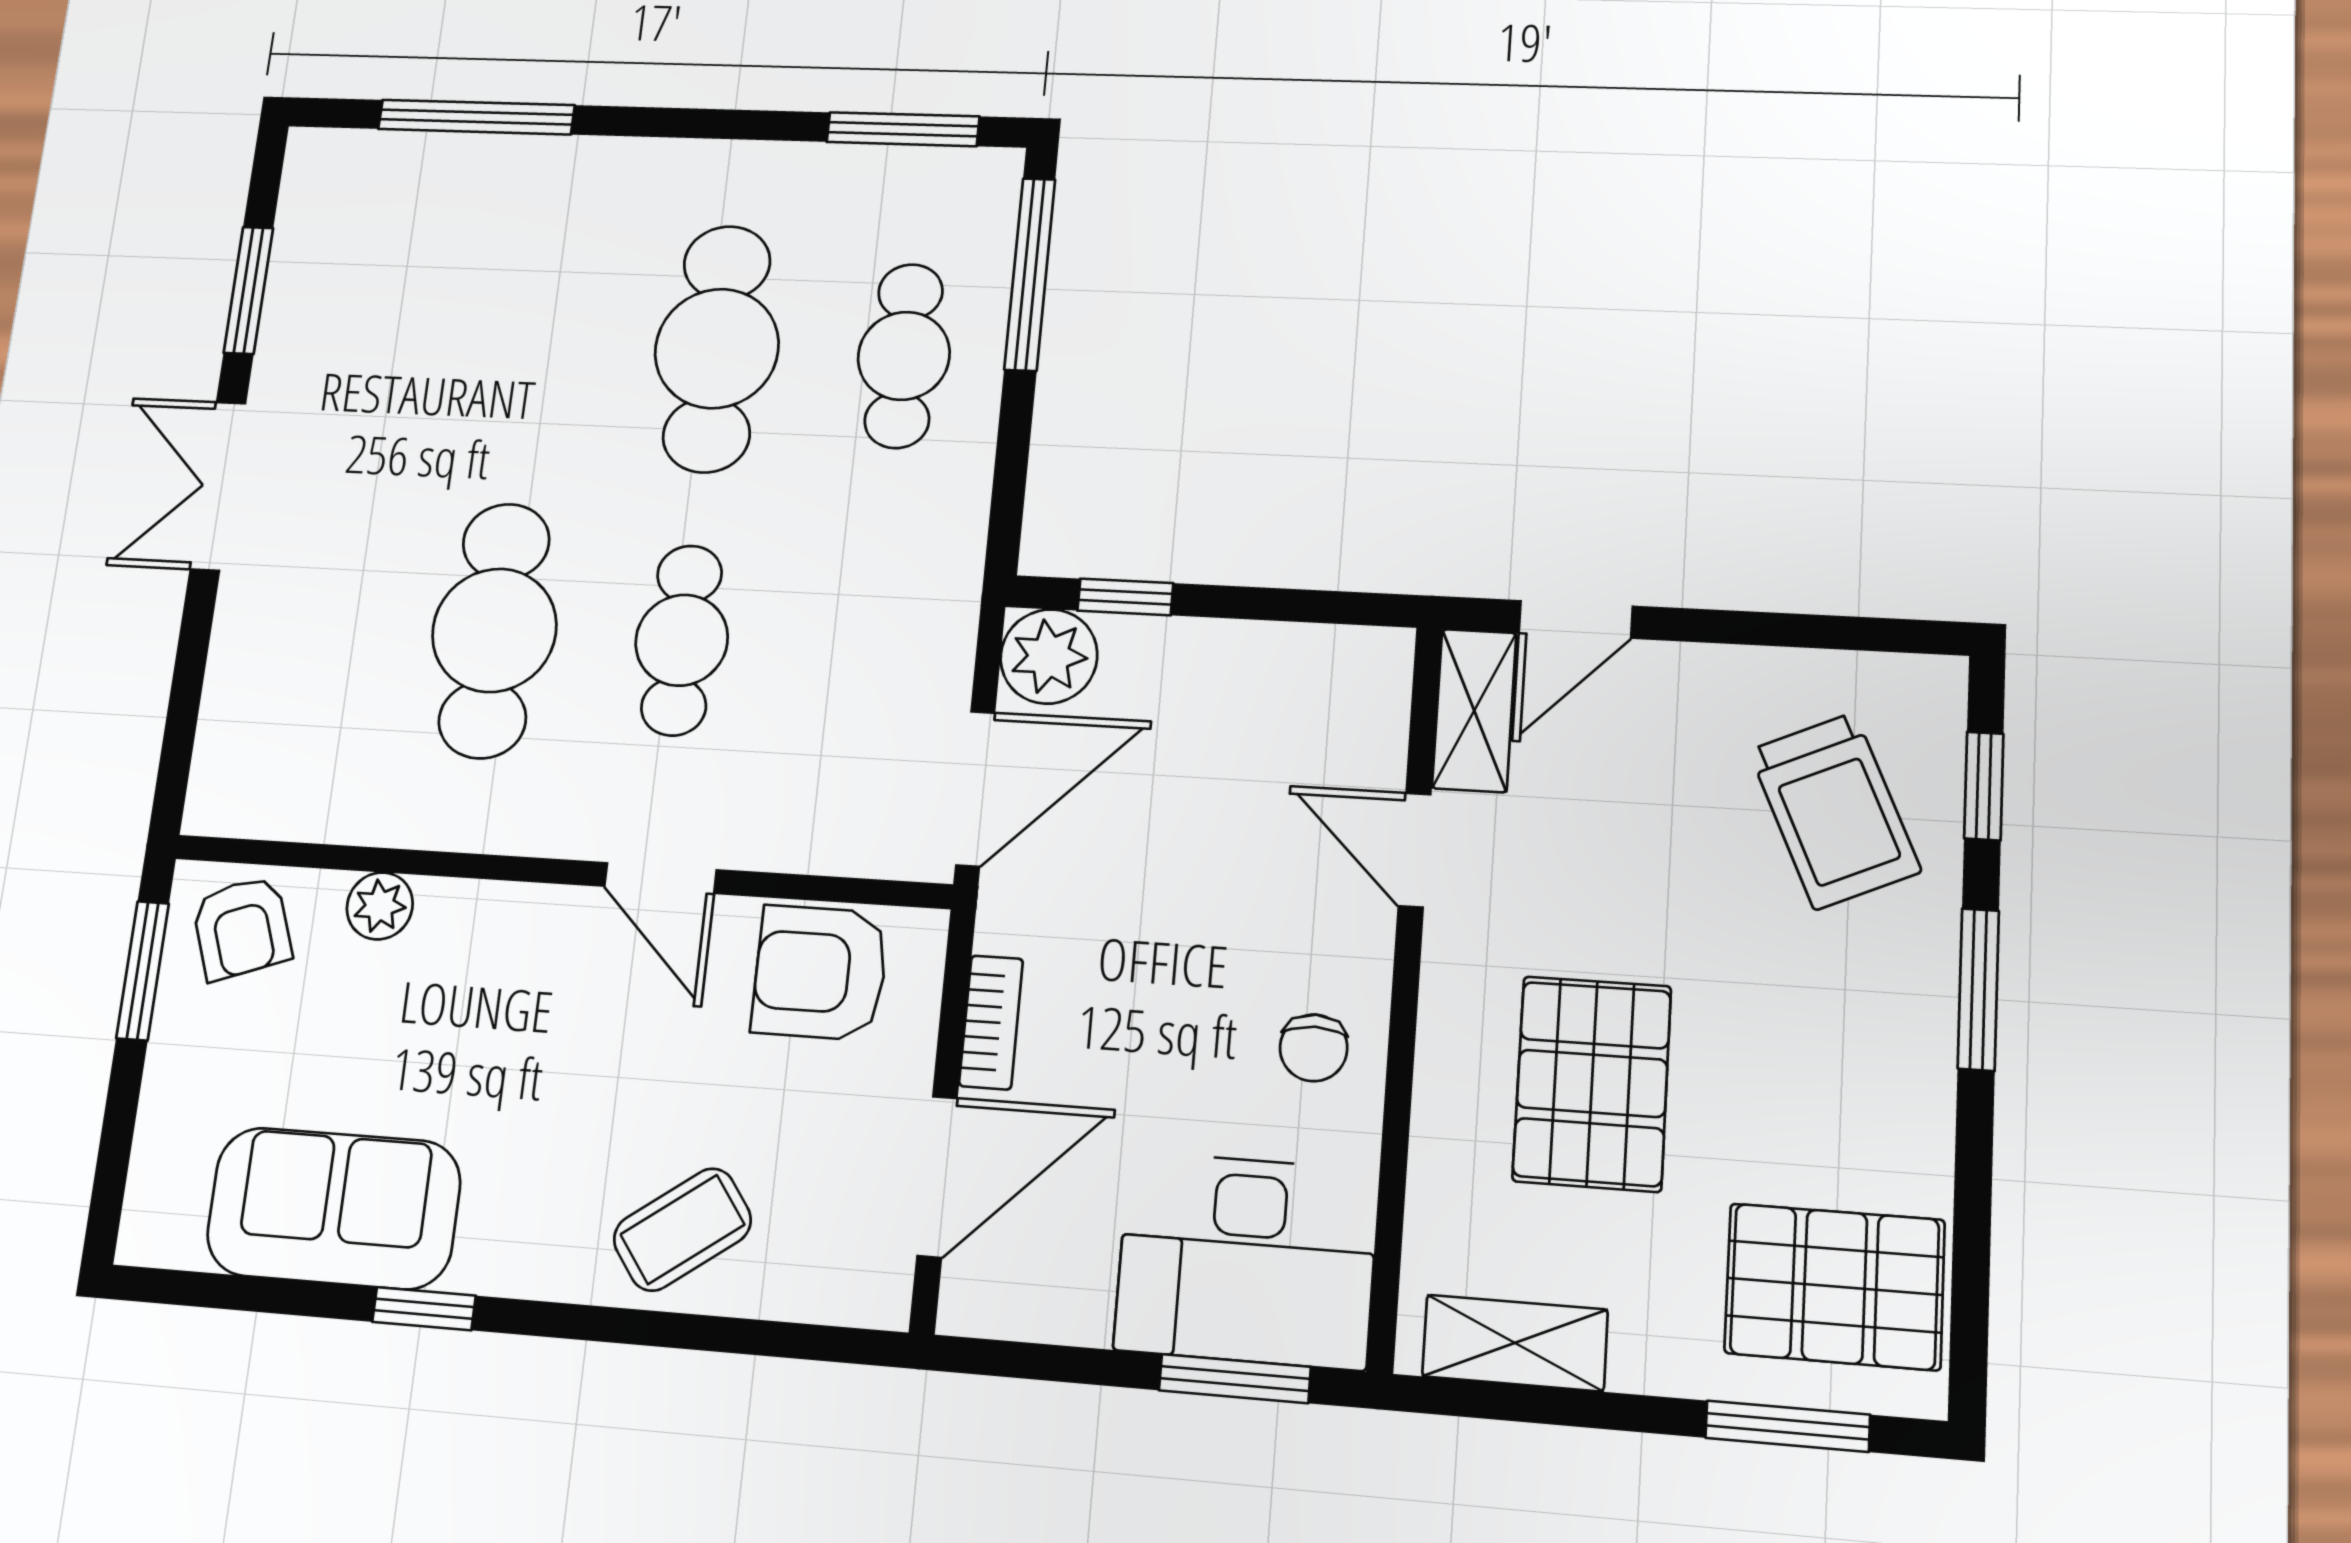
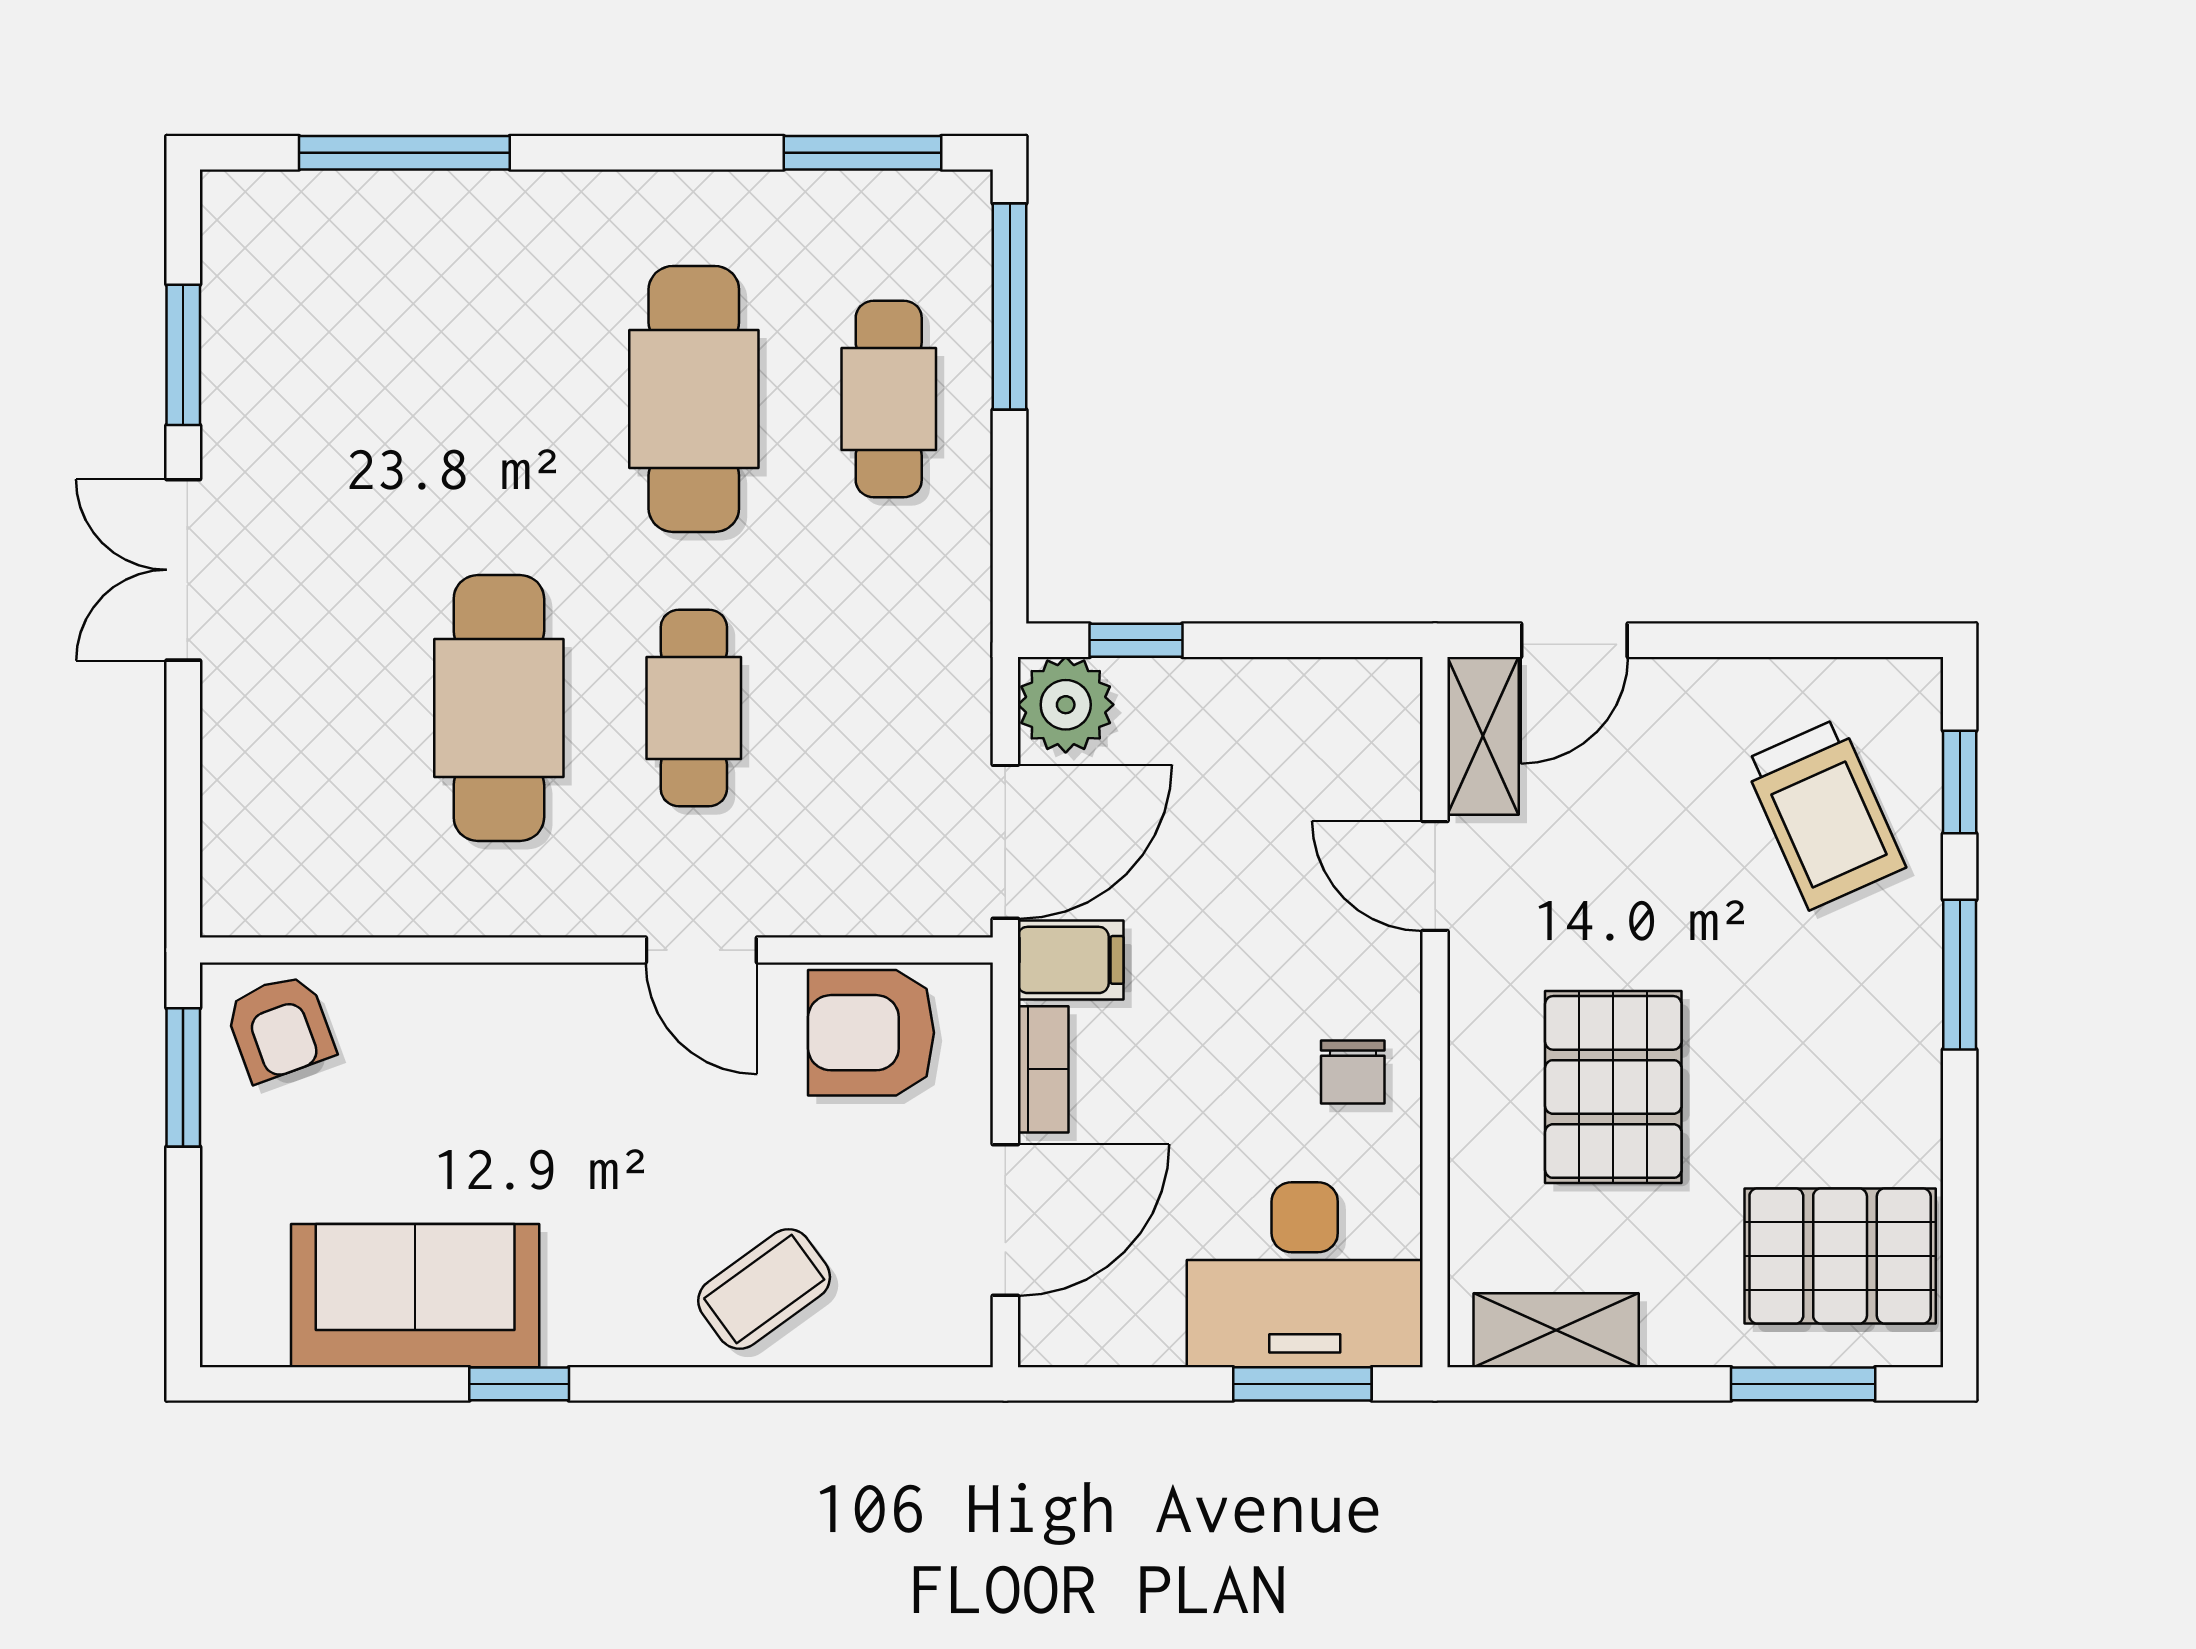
plant: (380, 906) -> (419, 996), removed
filing cabinet: (1030, 912) -> (1071, 960), added

